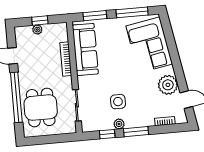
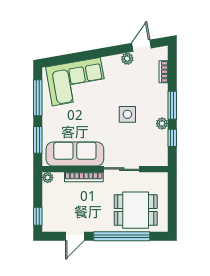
window: (40, 21) -> (38, 216), moved
plant: (37, 30) -> (48, 177), moved
plant: (168, 85) -> (127, 59), width x0.53, depth x0.53
side table: (118, 102) -> (127, 114), moved
sliding door: (77, 105) -> (122, 169), moved

